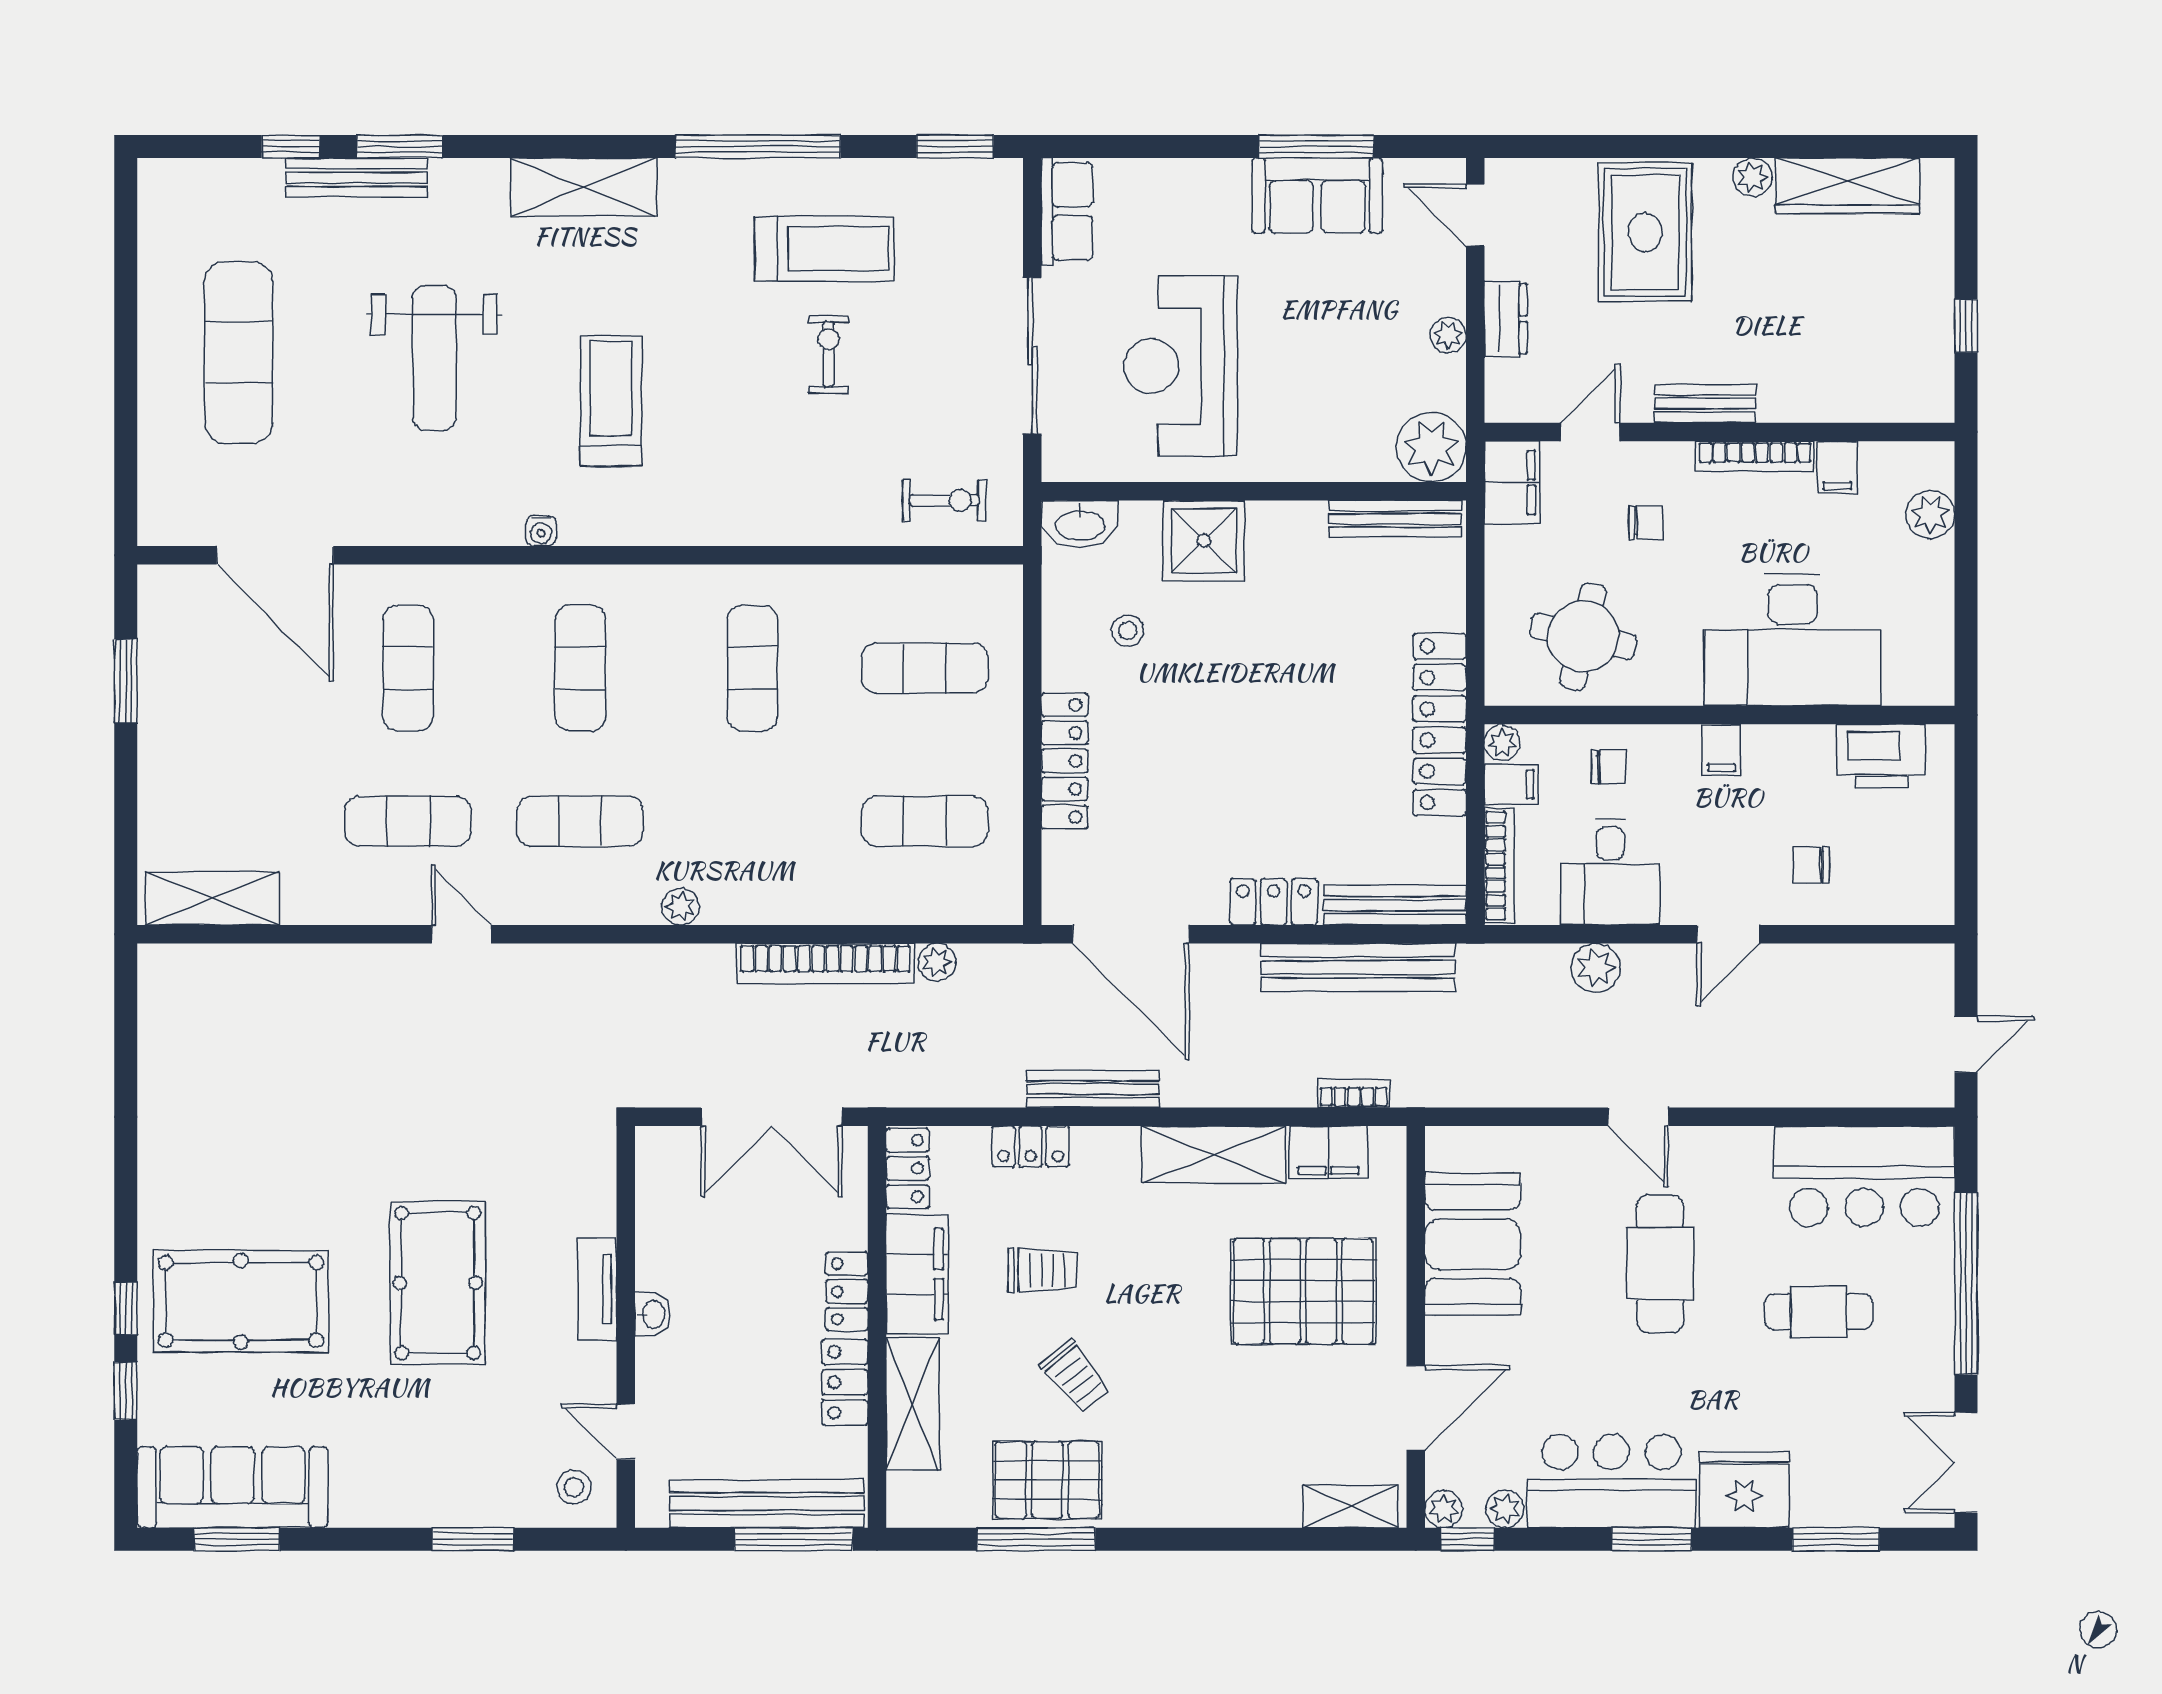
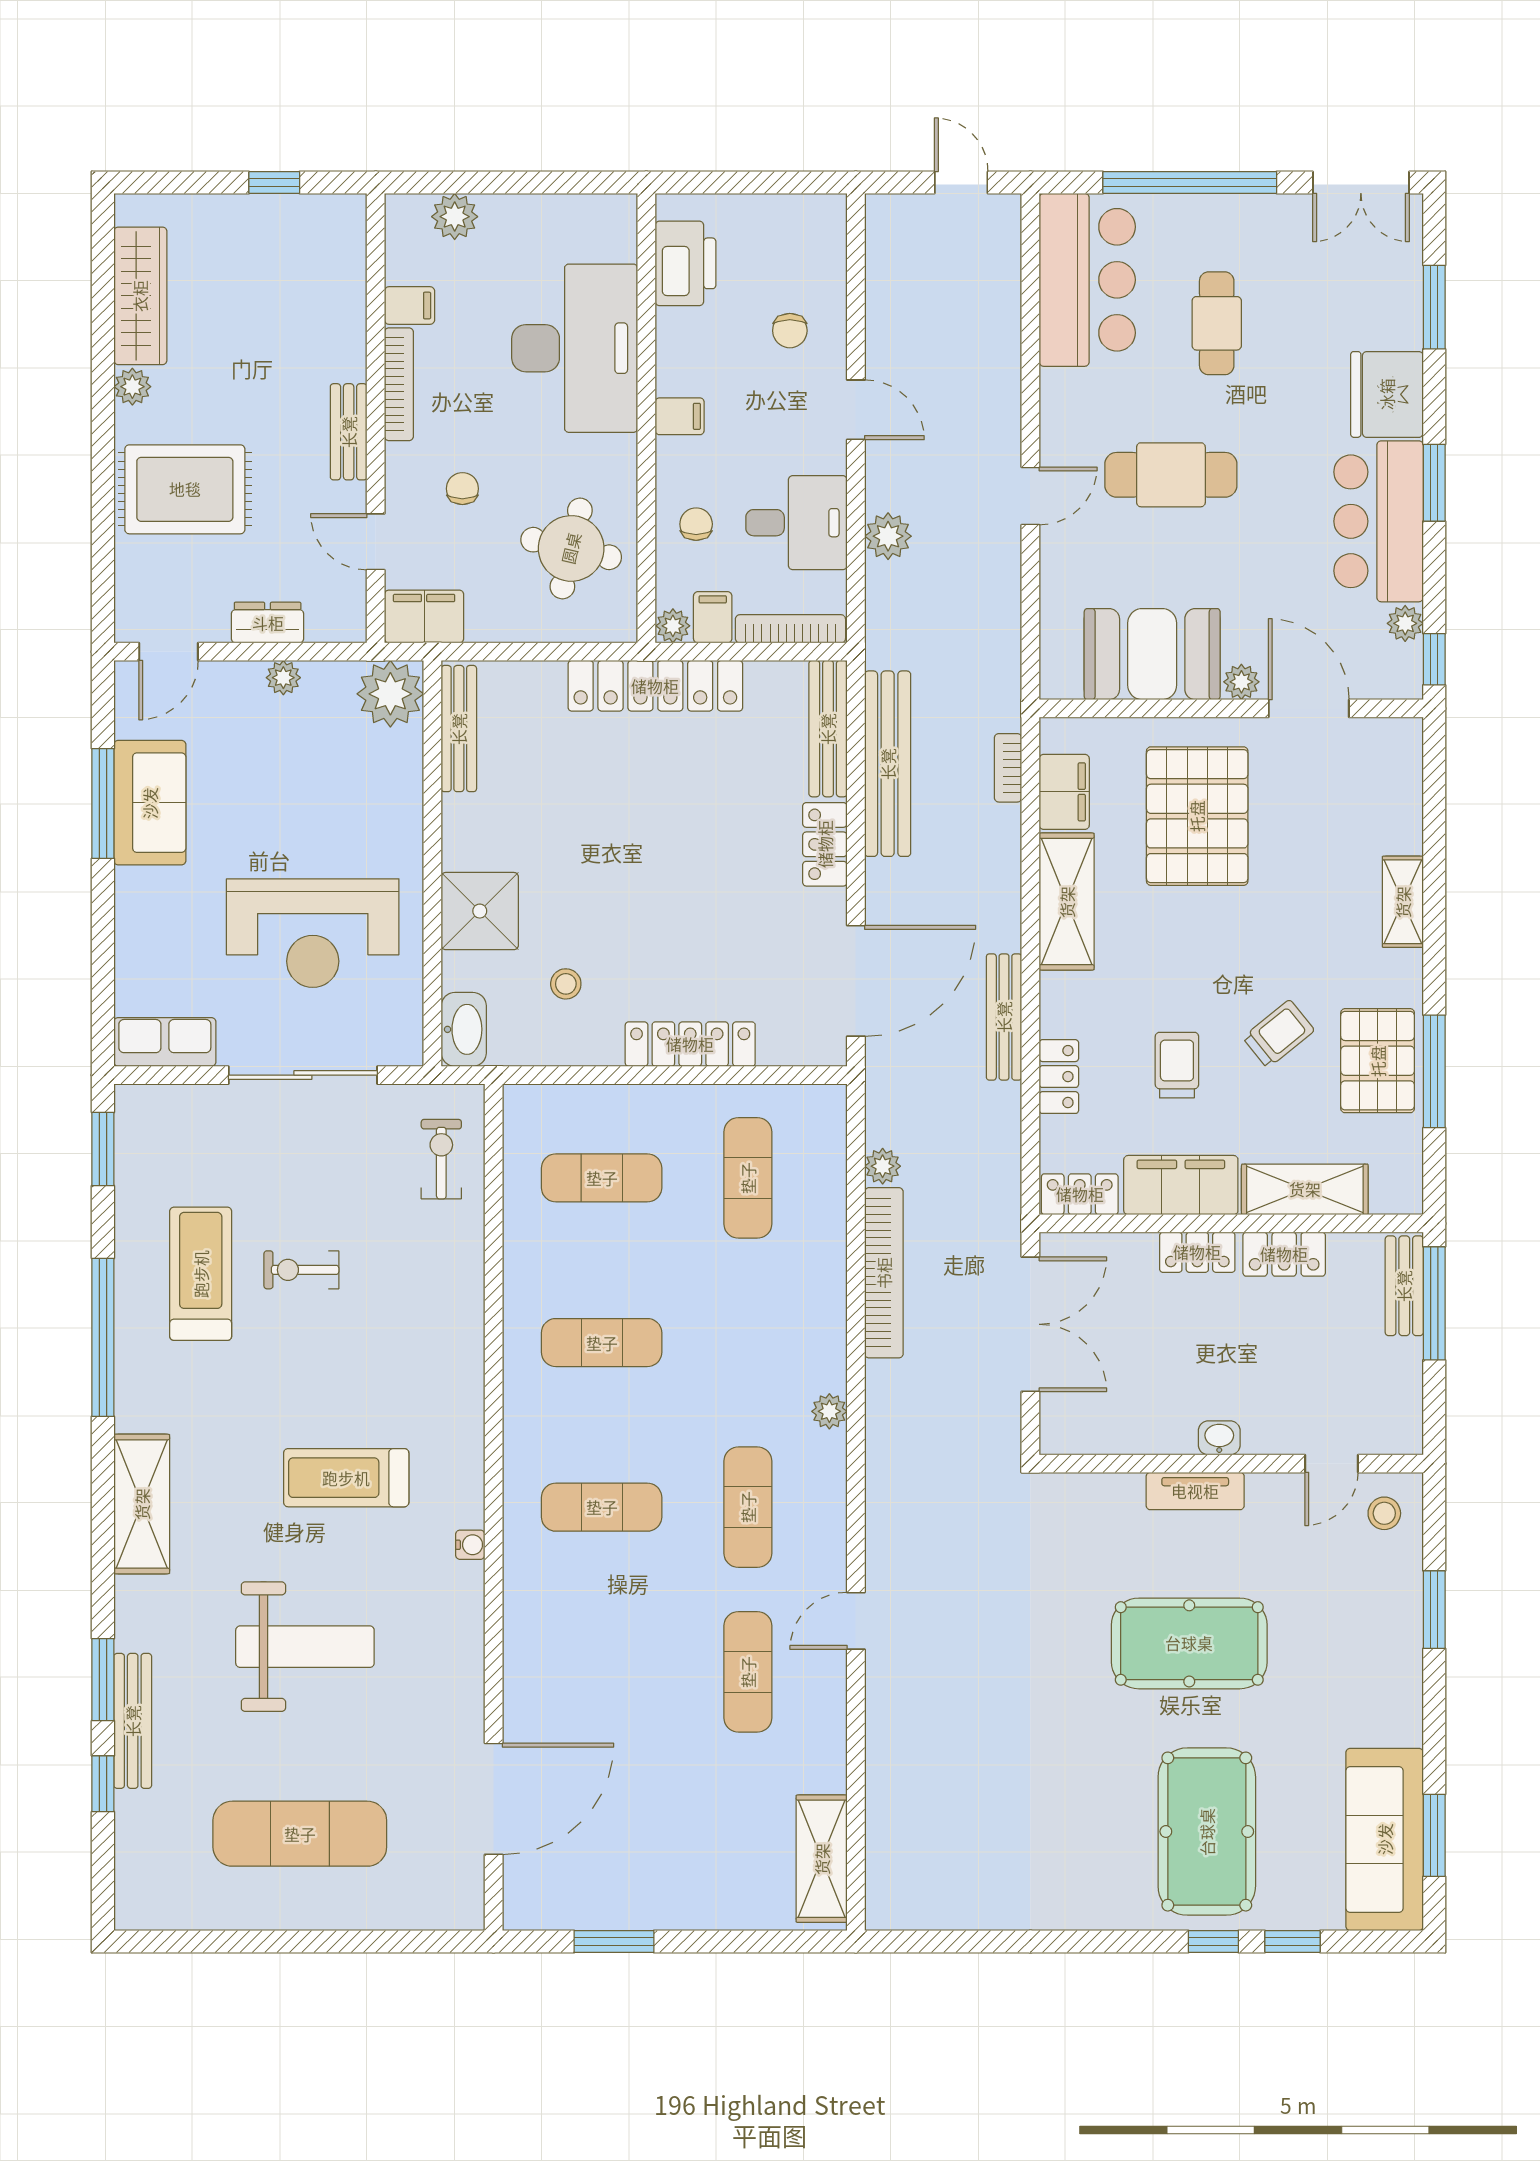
exercise mat: (408, 668) -> (602, 1672), removed
exercise mat: (925, 668) -> (602, 1178), turned 90
bench: (767, 1504) -> (1404, 1286), width x0.54, depth x0.82
shelving: (1350, 1506) -> (1403, 902), moved
plant: (1444, 1509) -> (1241, 682), moved

